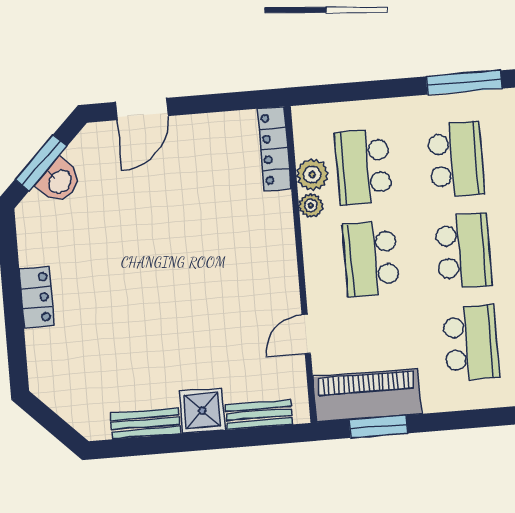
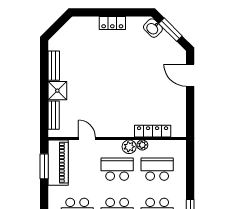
locker: (274, 149) -> (153, 131), moved
plant: (312, 175) -> (129, 147), moved
washbasin: (59, 181) -> (153, 28), moved

